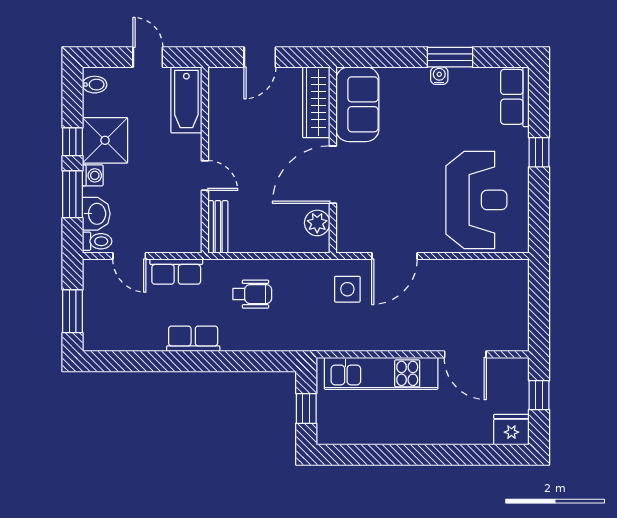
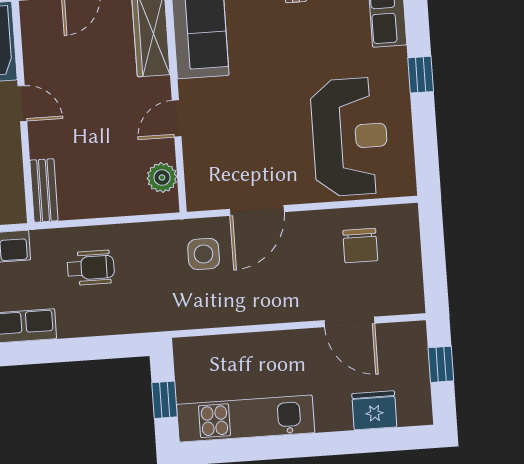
door: (333, 175) -> (177, 118), width x0.53
door: (205, 176) -> (22, 104), moved
chair: (479, 291) -> (360, 246), added
kitchen unit: (381, 373) -> (246, 418), moved, turned 180
fridge: (511, 430) -> (374, 410), moved

